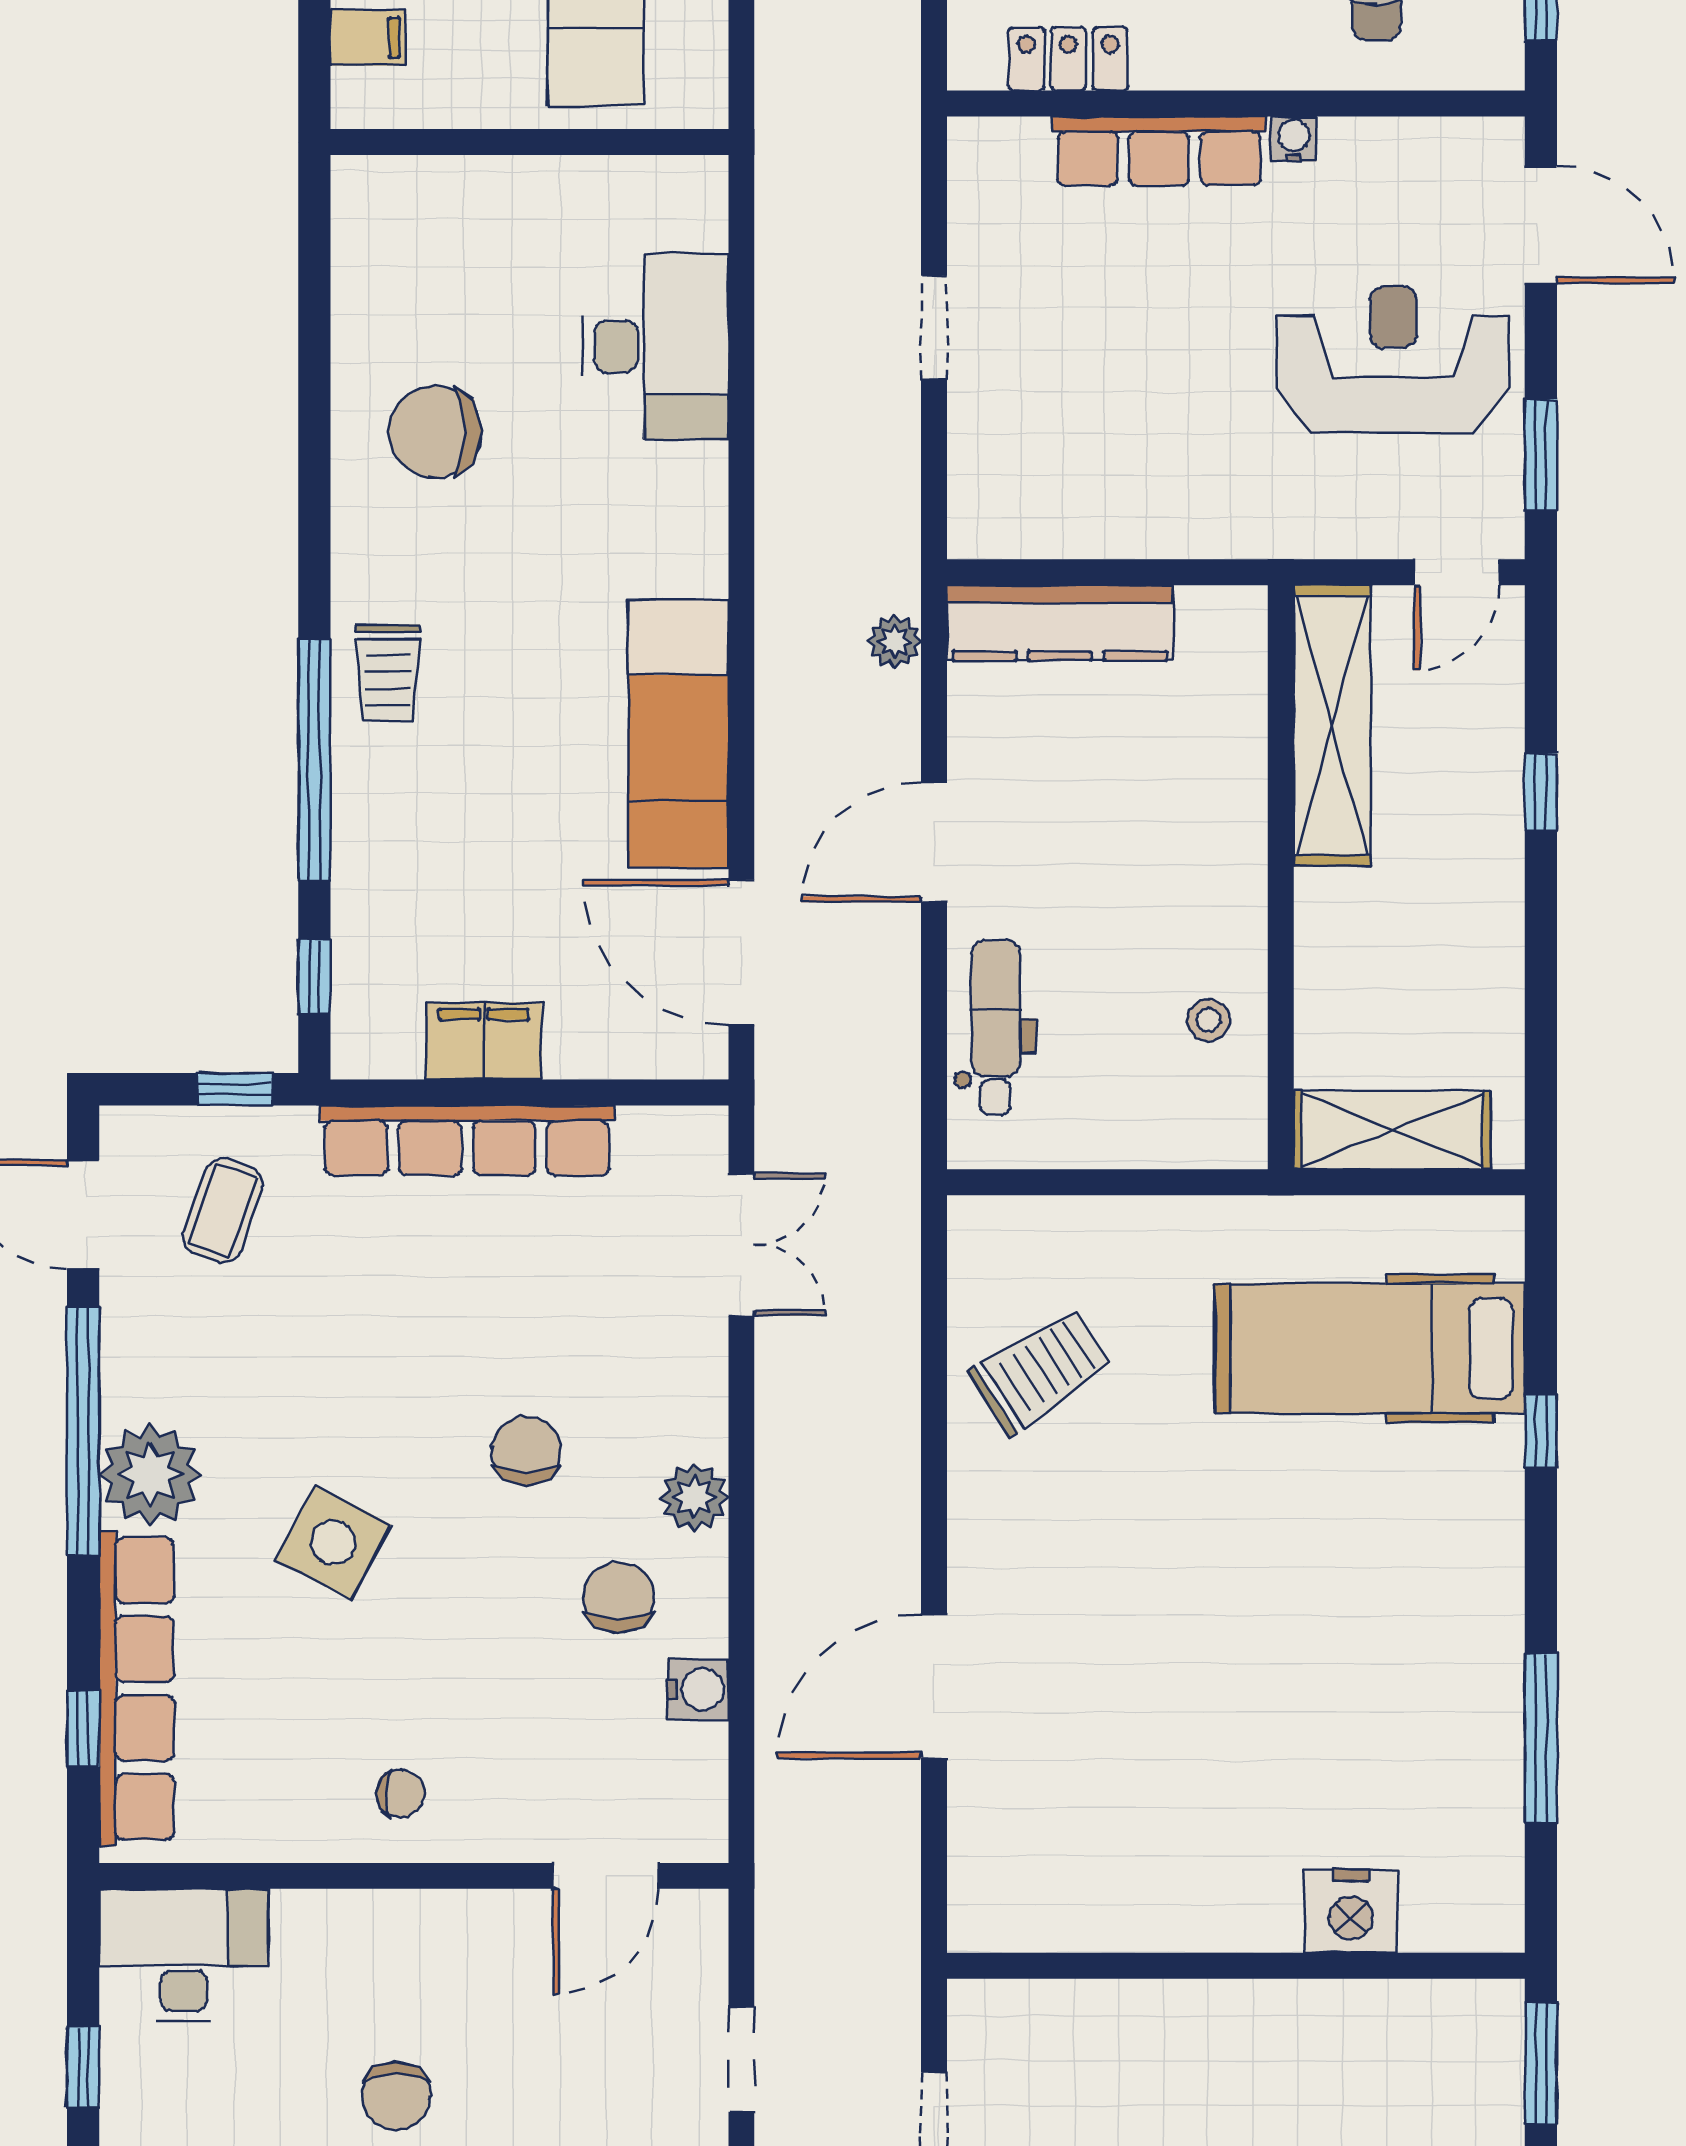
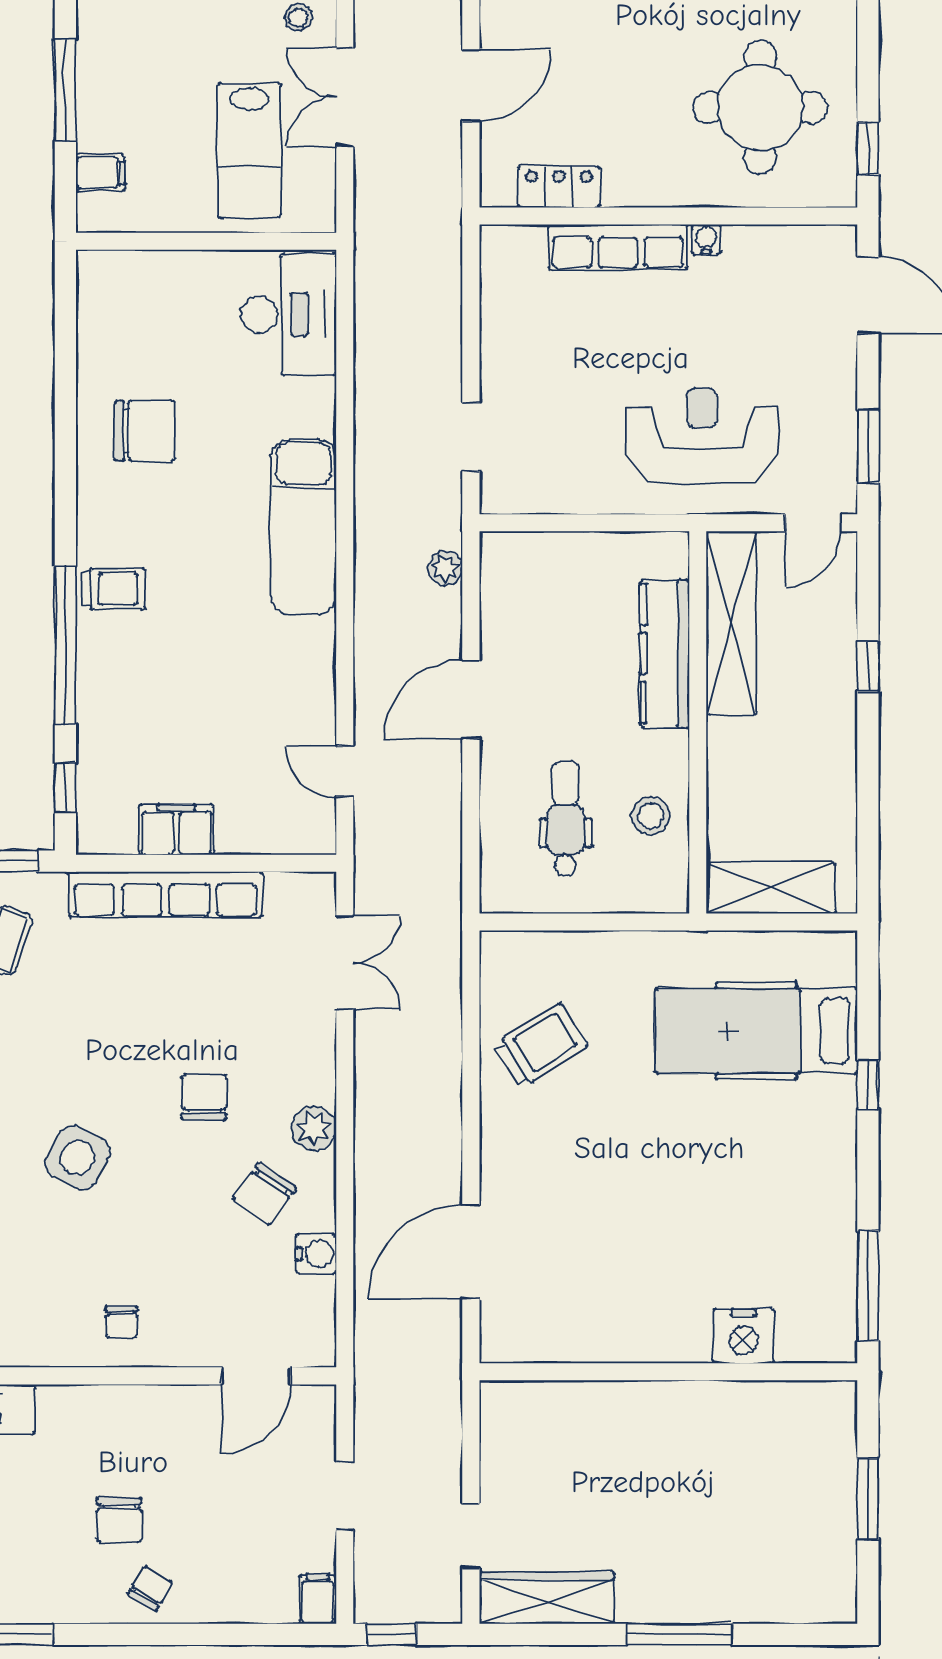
doorway: (934, 328) -> (471, 437), moved
desk: (656, 346) -> (289, 314), moved
reception desk: (1393, 360) -> (702, 436), moved
chair: (435, 432) -> (144, 431), turned 180
kitchen counter: (1060, 623) -> (665, 654), moved, turned 90
trolley: (388, 673) -> (113, 589), turned -90
exam couch: (678, 734) -> (304, 527), moved
door: (741, 952) -> (345, 772), width x0.53
stool: (1209, 1020) -> (651, 816), width x1.37, depth x1.37
dental chair: (995, 1027) -> (566, 818), moved
chair: (619, 1597) -> (265, 1194), turned -144
chair: (400, 1794) -> (122, 1322), turned 90
nightstand: (1351, 1911) -> (744, 1336), moved
wall: (1236, 1966) -> (668, 1372), moved

